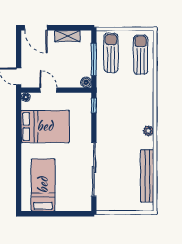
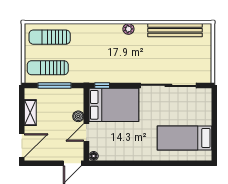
boiler: (86, 82) -> (78, 116), moved
bed: (45, 126) -> (114, 105), moved, turned 90

